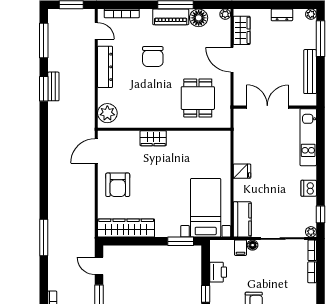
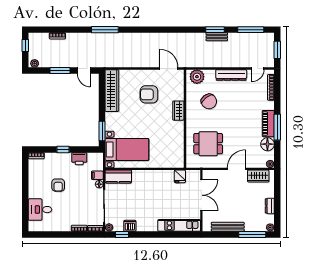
chair: (153, 57) -> (209, 101), moved, turned -128
fridge: (242, 171) -> (180, 176), moved
armchair: (118, 185) -> (149, 94), moved
dishwasher: (309, 188) -> (130, 226), moved
door: (99, 266) -> (84, 71), swing flipped

